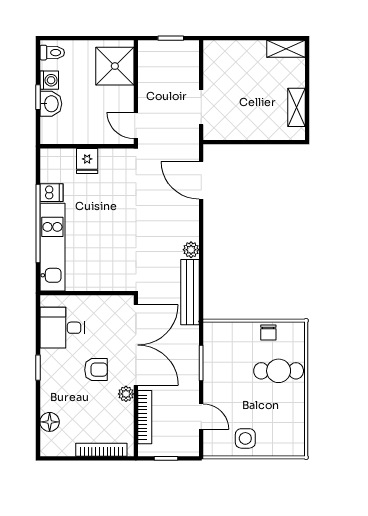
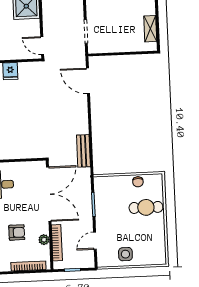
plant: (191, 250) -> (83, 128), removed
bench: (190, 292) -> (83, 151), width x0.73
armchair: (96, 370) -> (17, 232), moved
plant: (126, 394) -> (44, 240), moved
door: (201, 417) -> (95, 241), swing flipped

